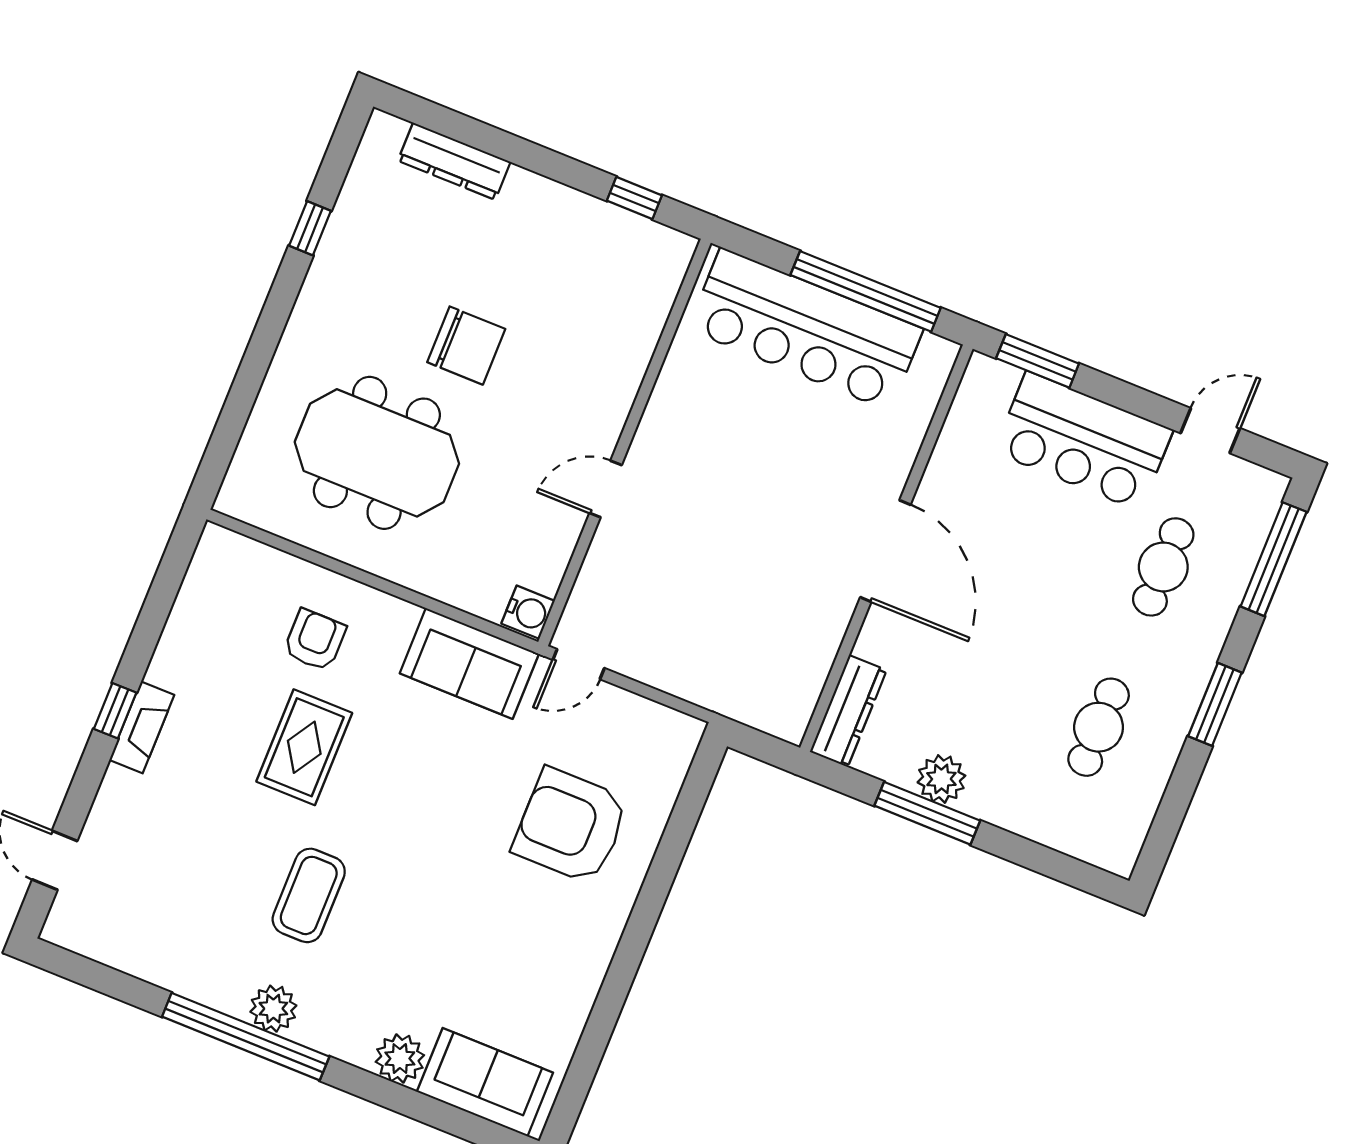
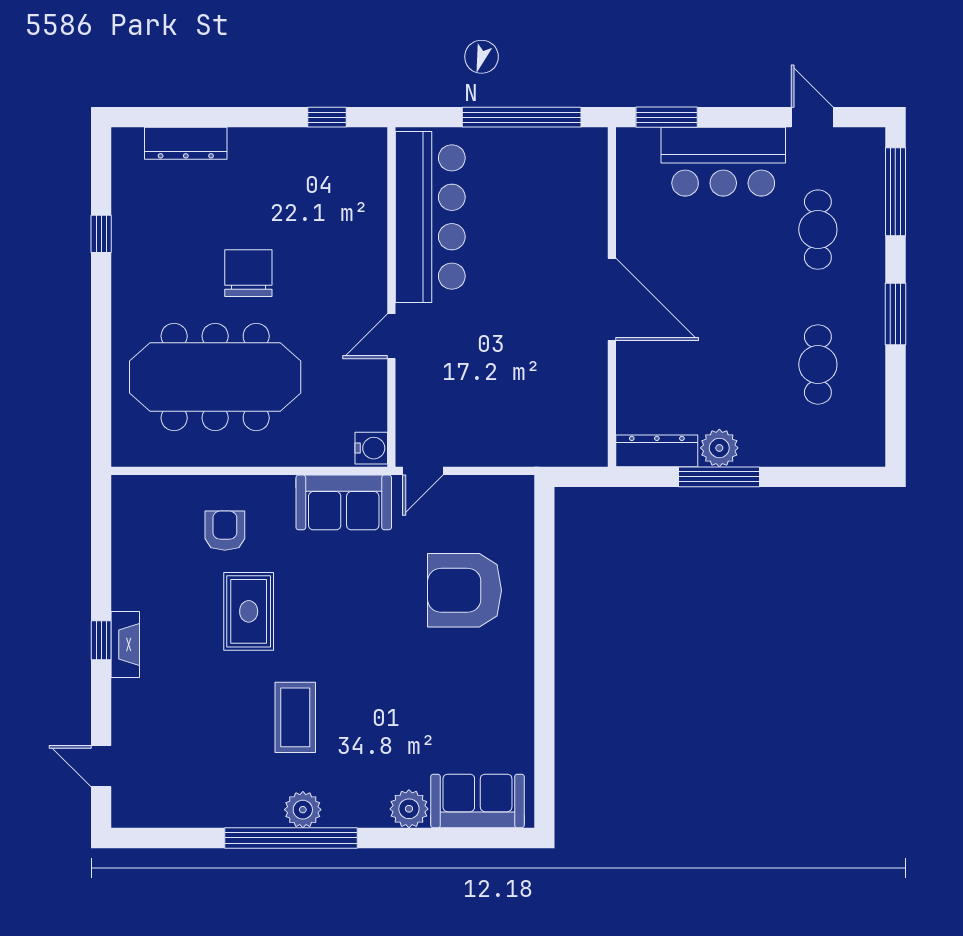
bar counter: (805, 329) -> (430, 217), moved, turned -90
chair: (466, 346) -> (248, 273), turned -90
door: (1210, 431) -> (812, 117), hinge flipped
meeting table: (377, 453) -> (215, 377), width x1.36
dresser: (848, 711) -> (657, 451), moved, turned -90

